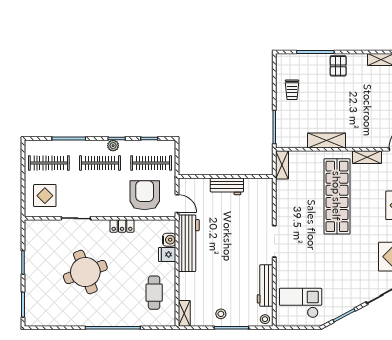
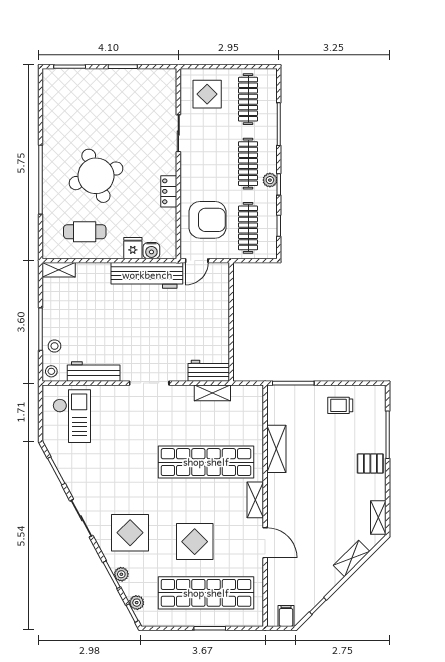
shelving: (282, 165) -> (212, 393), moved
workbench: (227, 186) -> (209, 371), moved, turned 90
round table: (85, 272) -> (96, 176), moved
stool: (221, 314) -> (54, 346), moved

